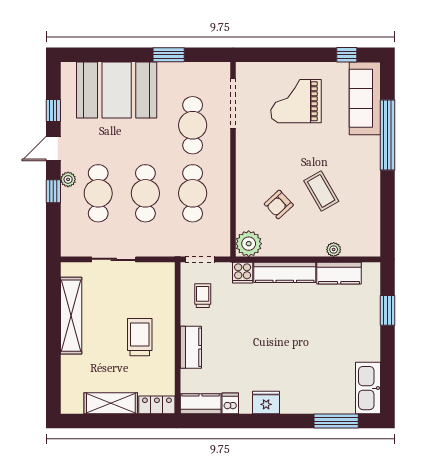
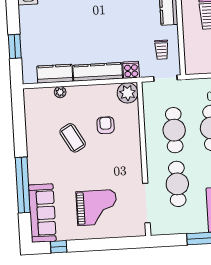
armchair: (279, 204) -> (106, 125), turned -47

